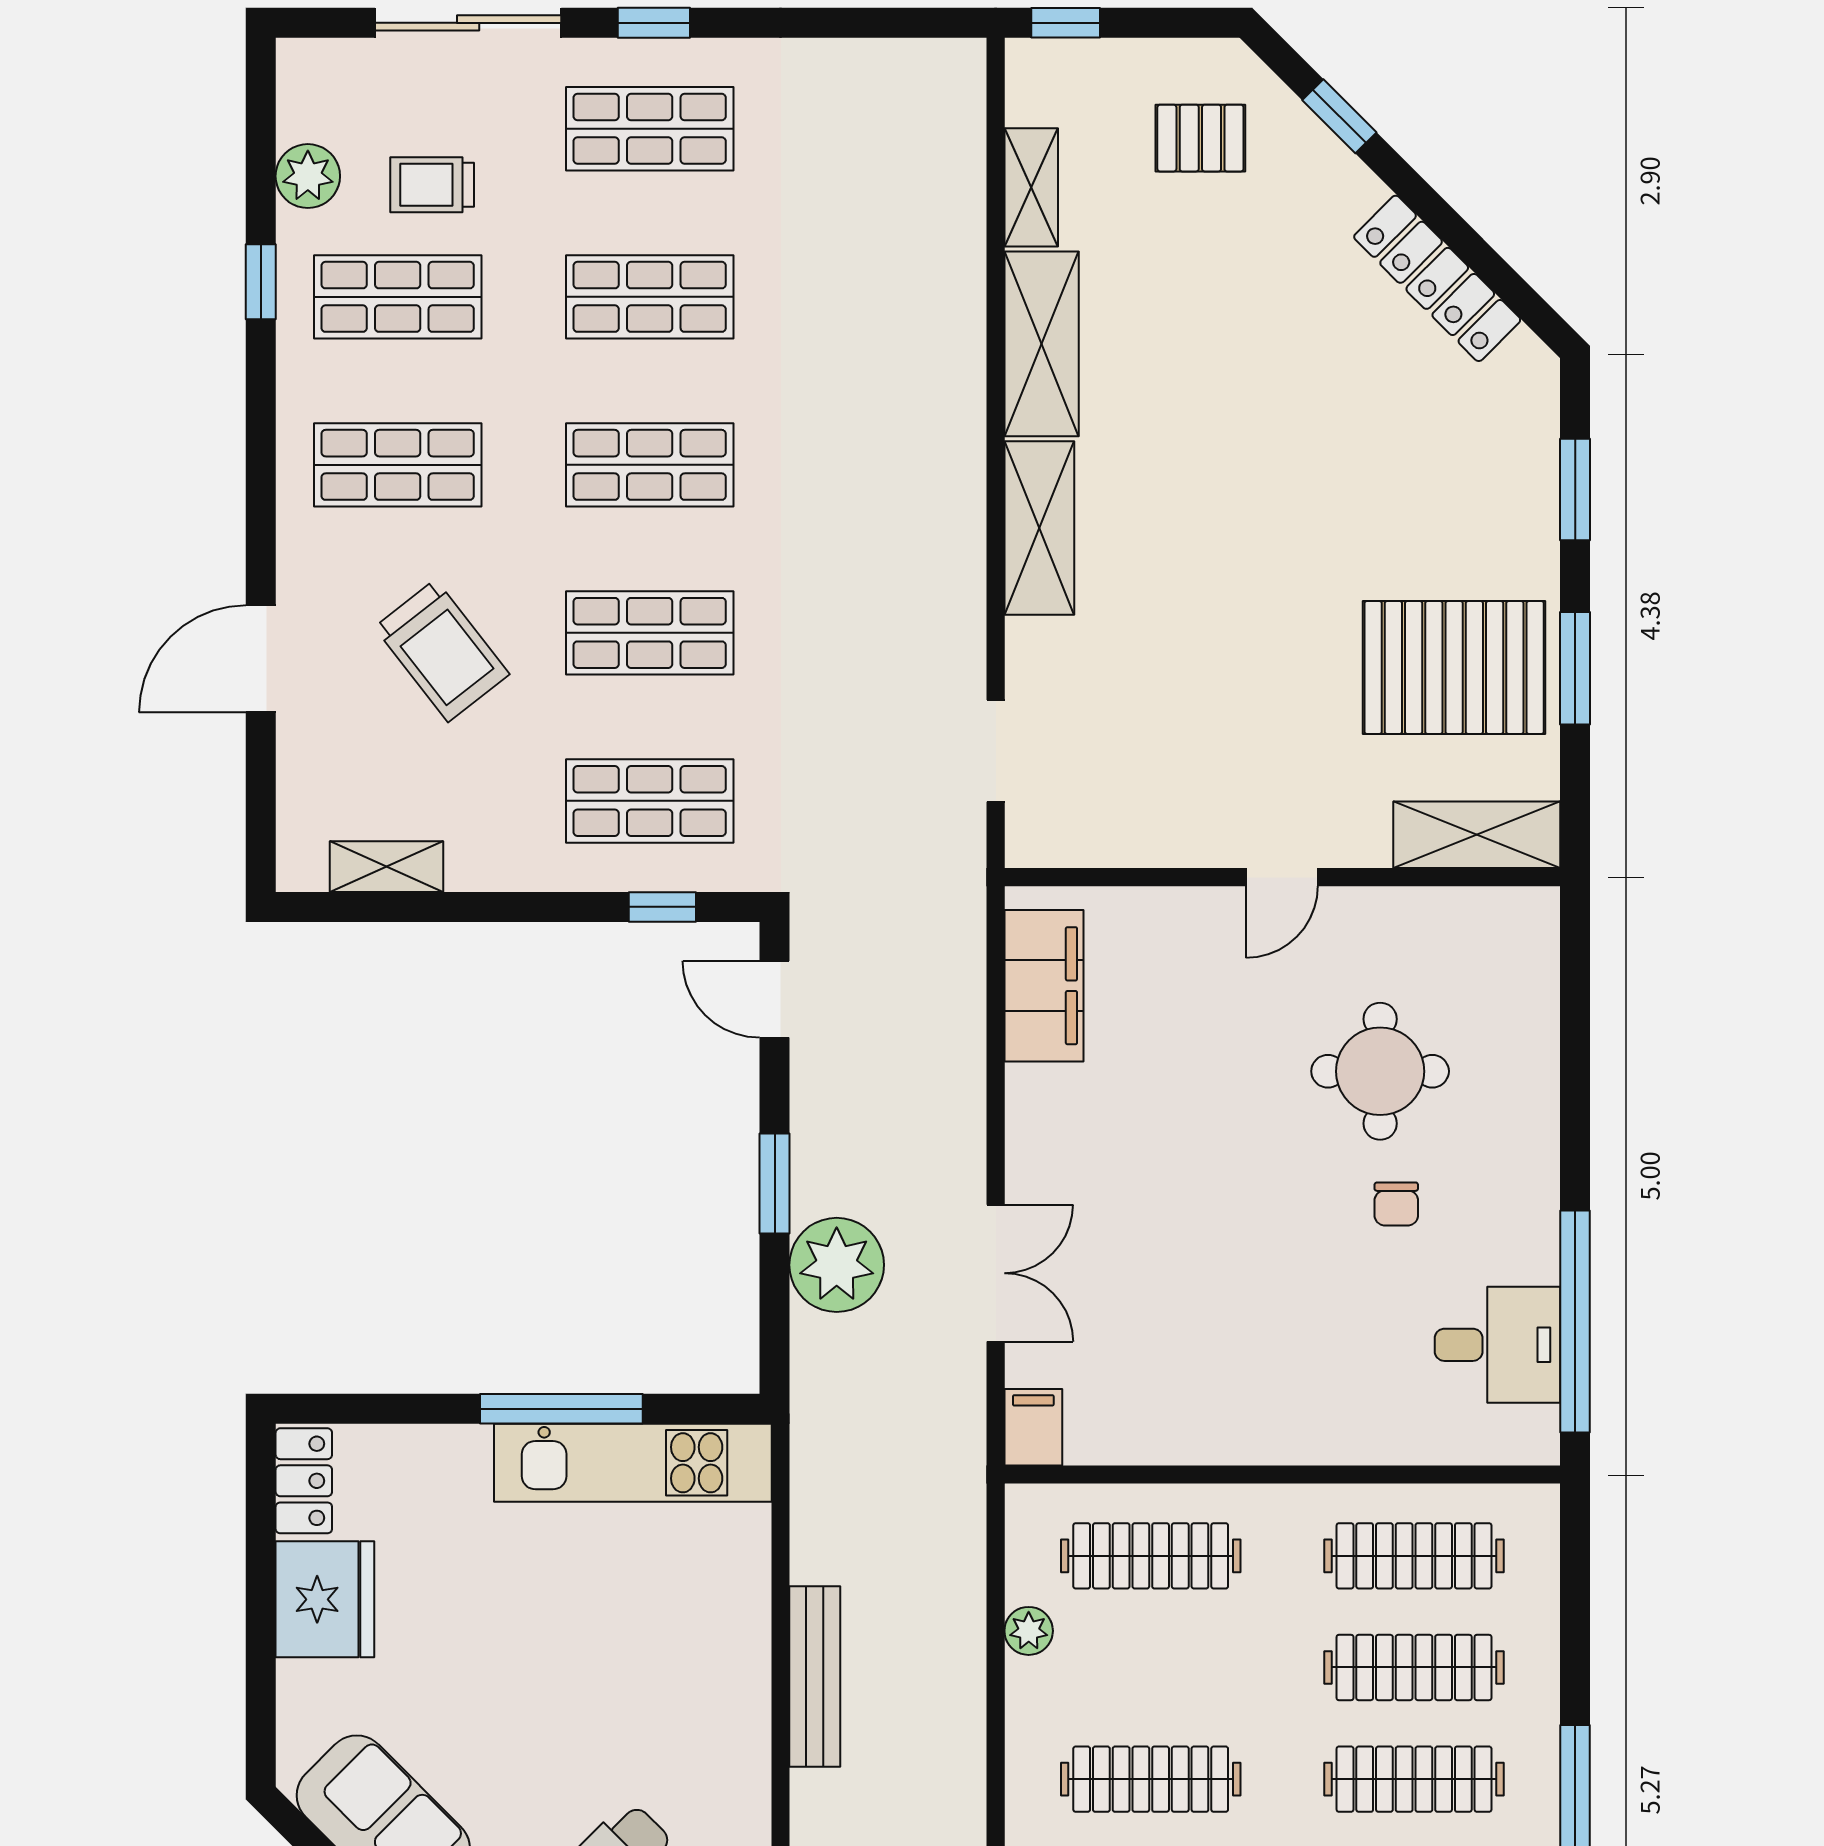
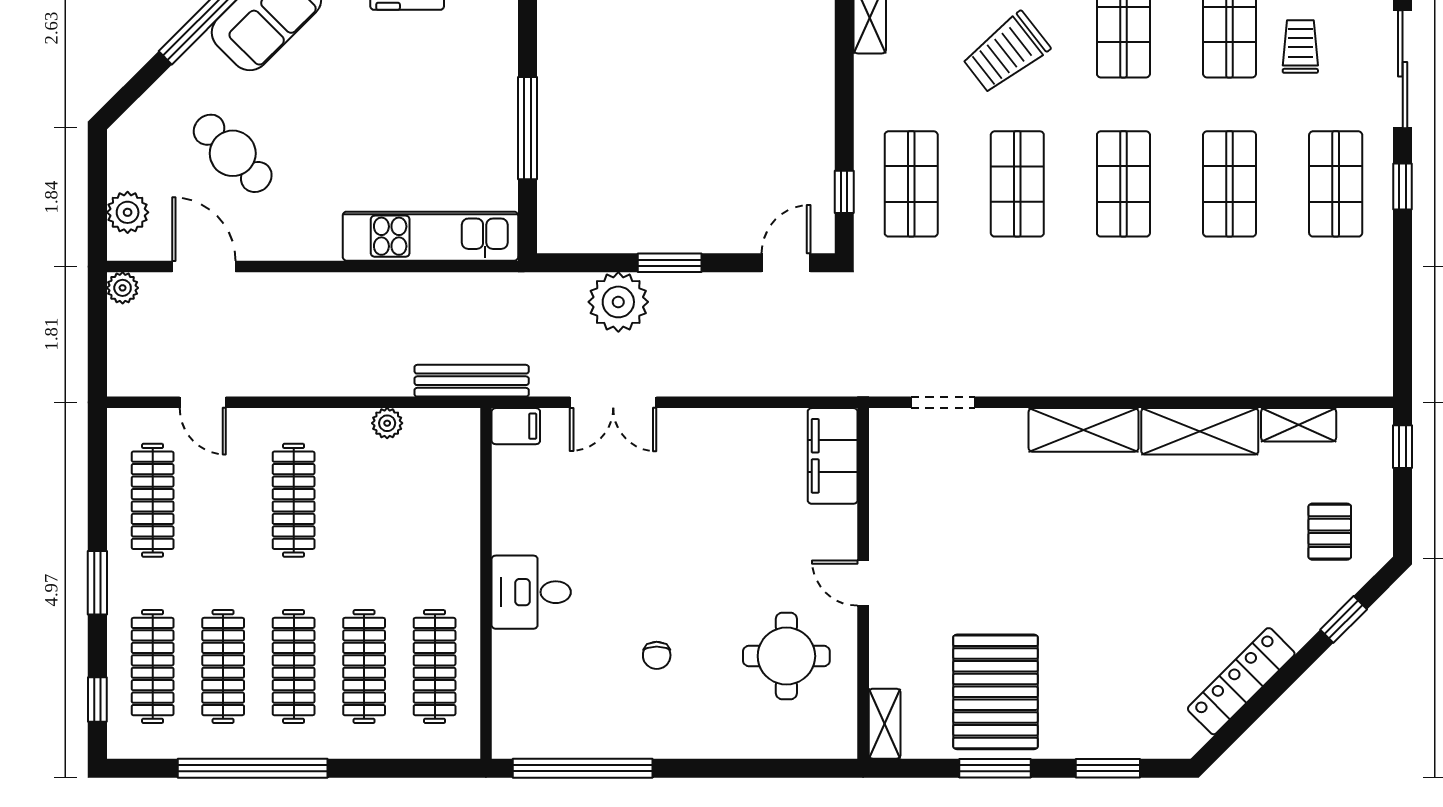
shelving: (1477, 835) -> (885, 724), width x0.67, depth x0.75
filing cabinet: (1044, 986) -> (833, 456), moved, turned 90
round table: (1380, 1071) -> (786, 656), moved
chair: (1396, 1204) -> (657, 655), turned -90
desk: (1497, 1345) -> (531, 592), moved, turned 90
kitchen unit: (633, 1463) -> (430, 236), moved, turned 90
clothes rail: (1151, 1556) -> (435, 500), removed
bench: (815, 1676) -> (472, 381), moved

